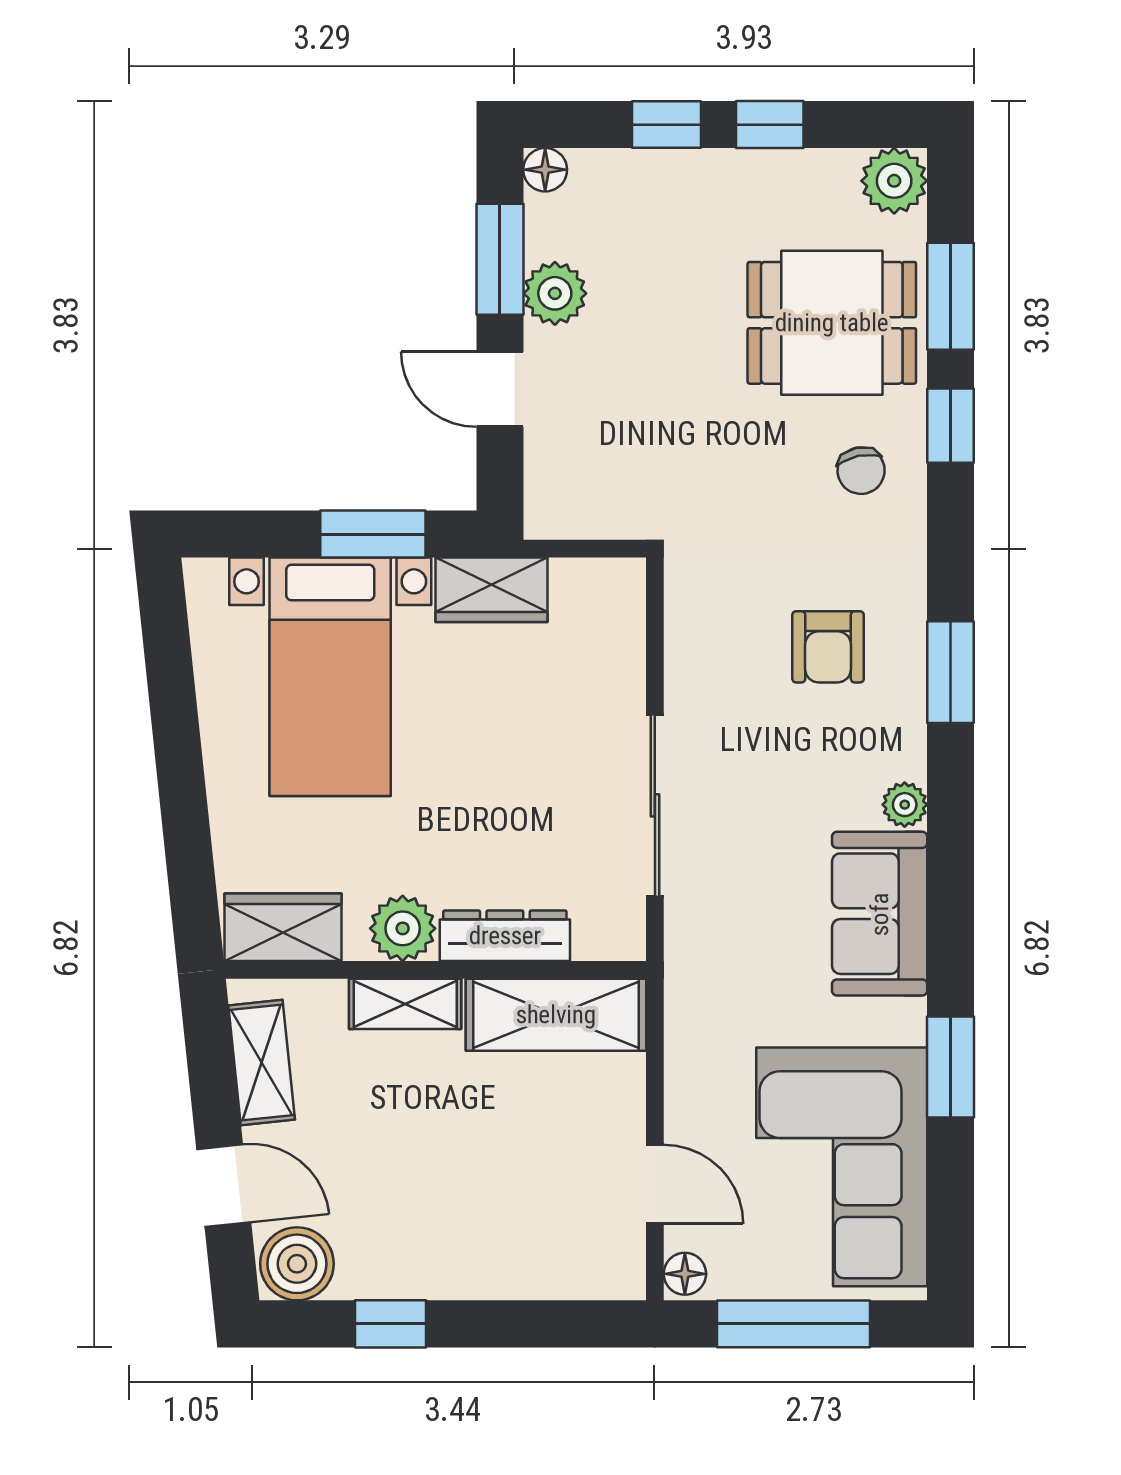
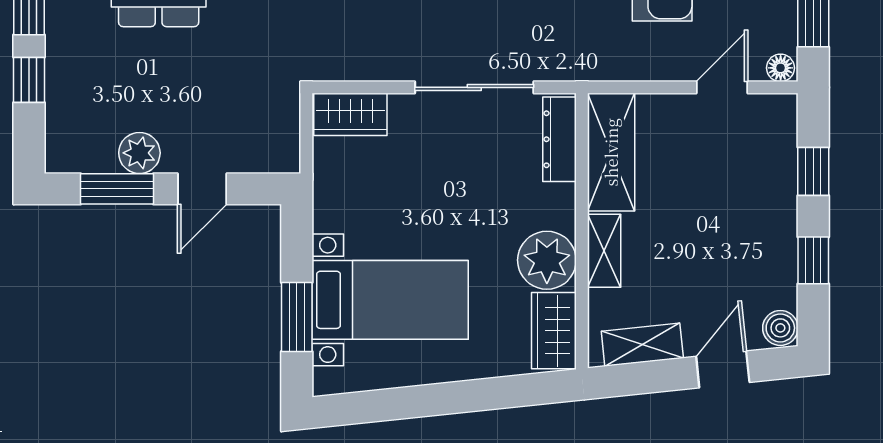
floor lamp: (545, 170) -> (59, 159), removed
window: (373, 534) -> (297, 317), moved
wardrobe: (492, 590) -> (350, 114), moved, turned 90
plant: (403, 928) -> (547, 260), width x1.36, depth x1.36
dresser: (505, 936) -> (559, 139), moved
boiler: (297, 1264) -> (780, 328), width x0.73, depth x0.73
window: (527, 1324) -> (813, 171), added

